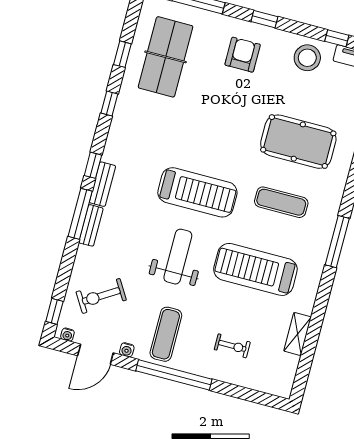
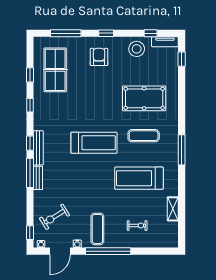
bench: (102, 184) -> (38, 148), width x1.36
weight bench: (178, 257) -> (92, 183), removed

